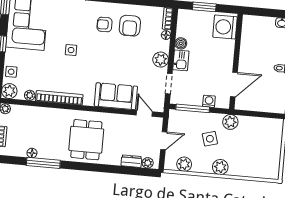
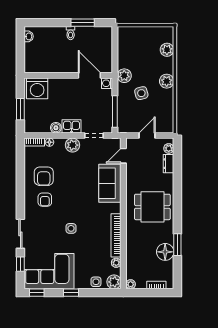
armchair: (130, 26) -> (44, 176), turned 90
washing machine: (209, 101) -> (107, 83), moved
door: (164, 141) -> (147, 136), hinge flipped
floor lamp: (32, 153) -> (165, 252), width x1.89, depth x1.89
window: (43, 163) -> (177, 245), width x0.69
plant: (184, 164) -> (167, 50), moved

